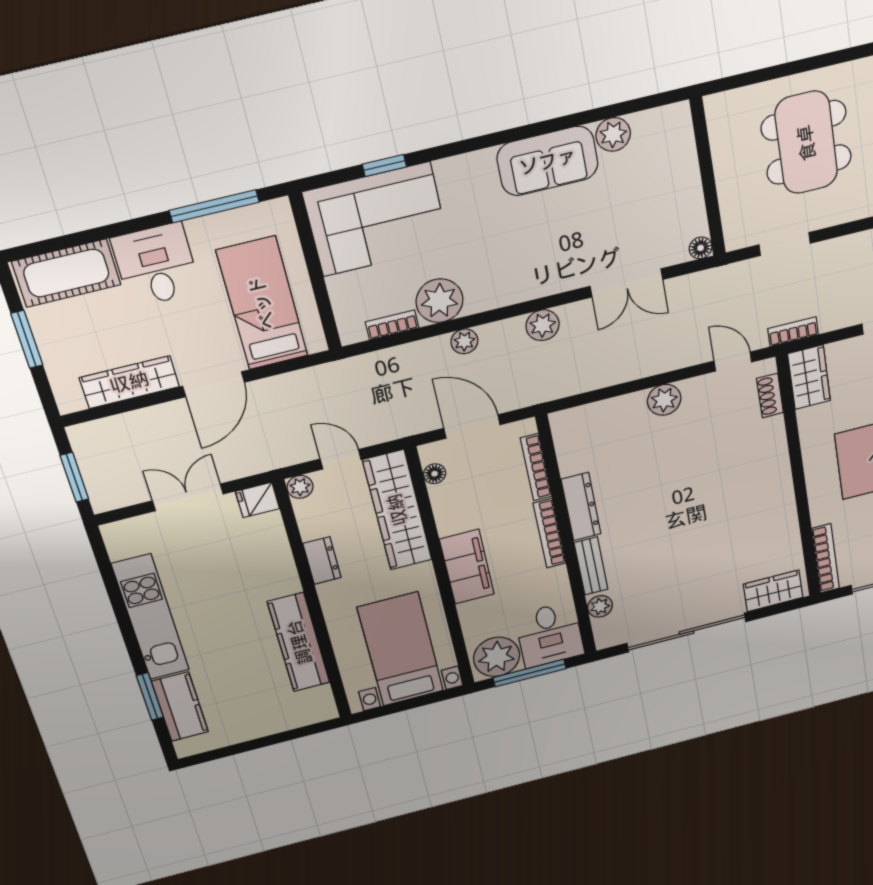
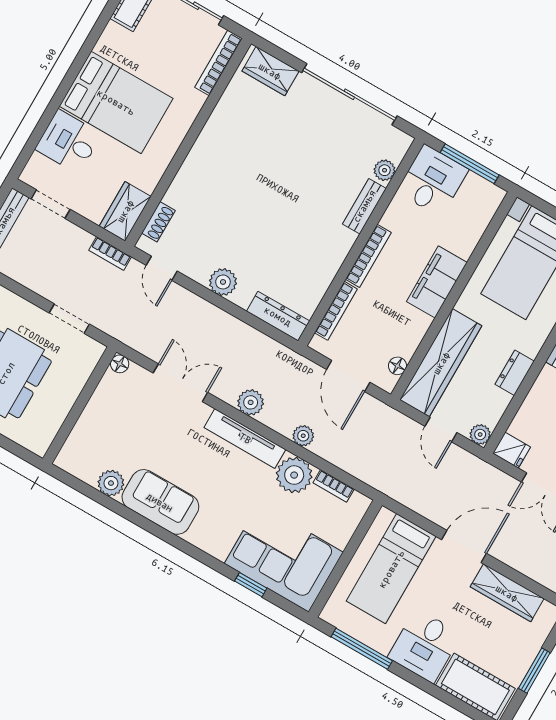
tv unit: (518, 290) -> (245, 438), added
dresser: (581, 507) -> (278, 316), moved, turned 90
plant: (497, 657) -> (478, 197), removed

